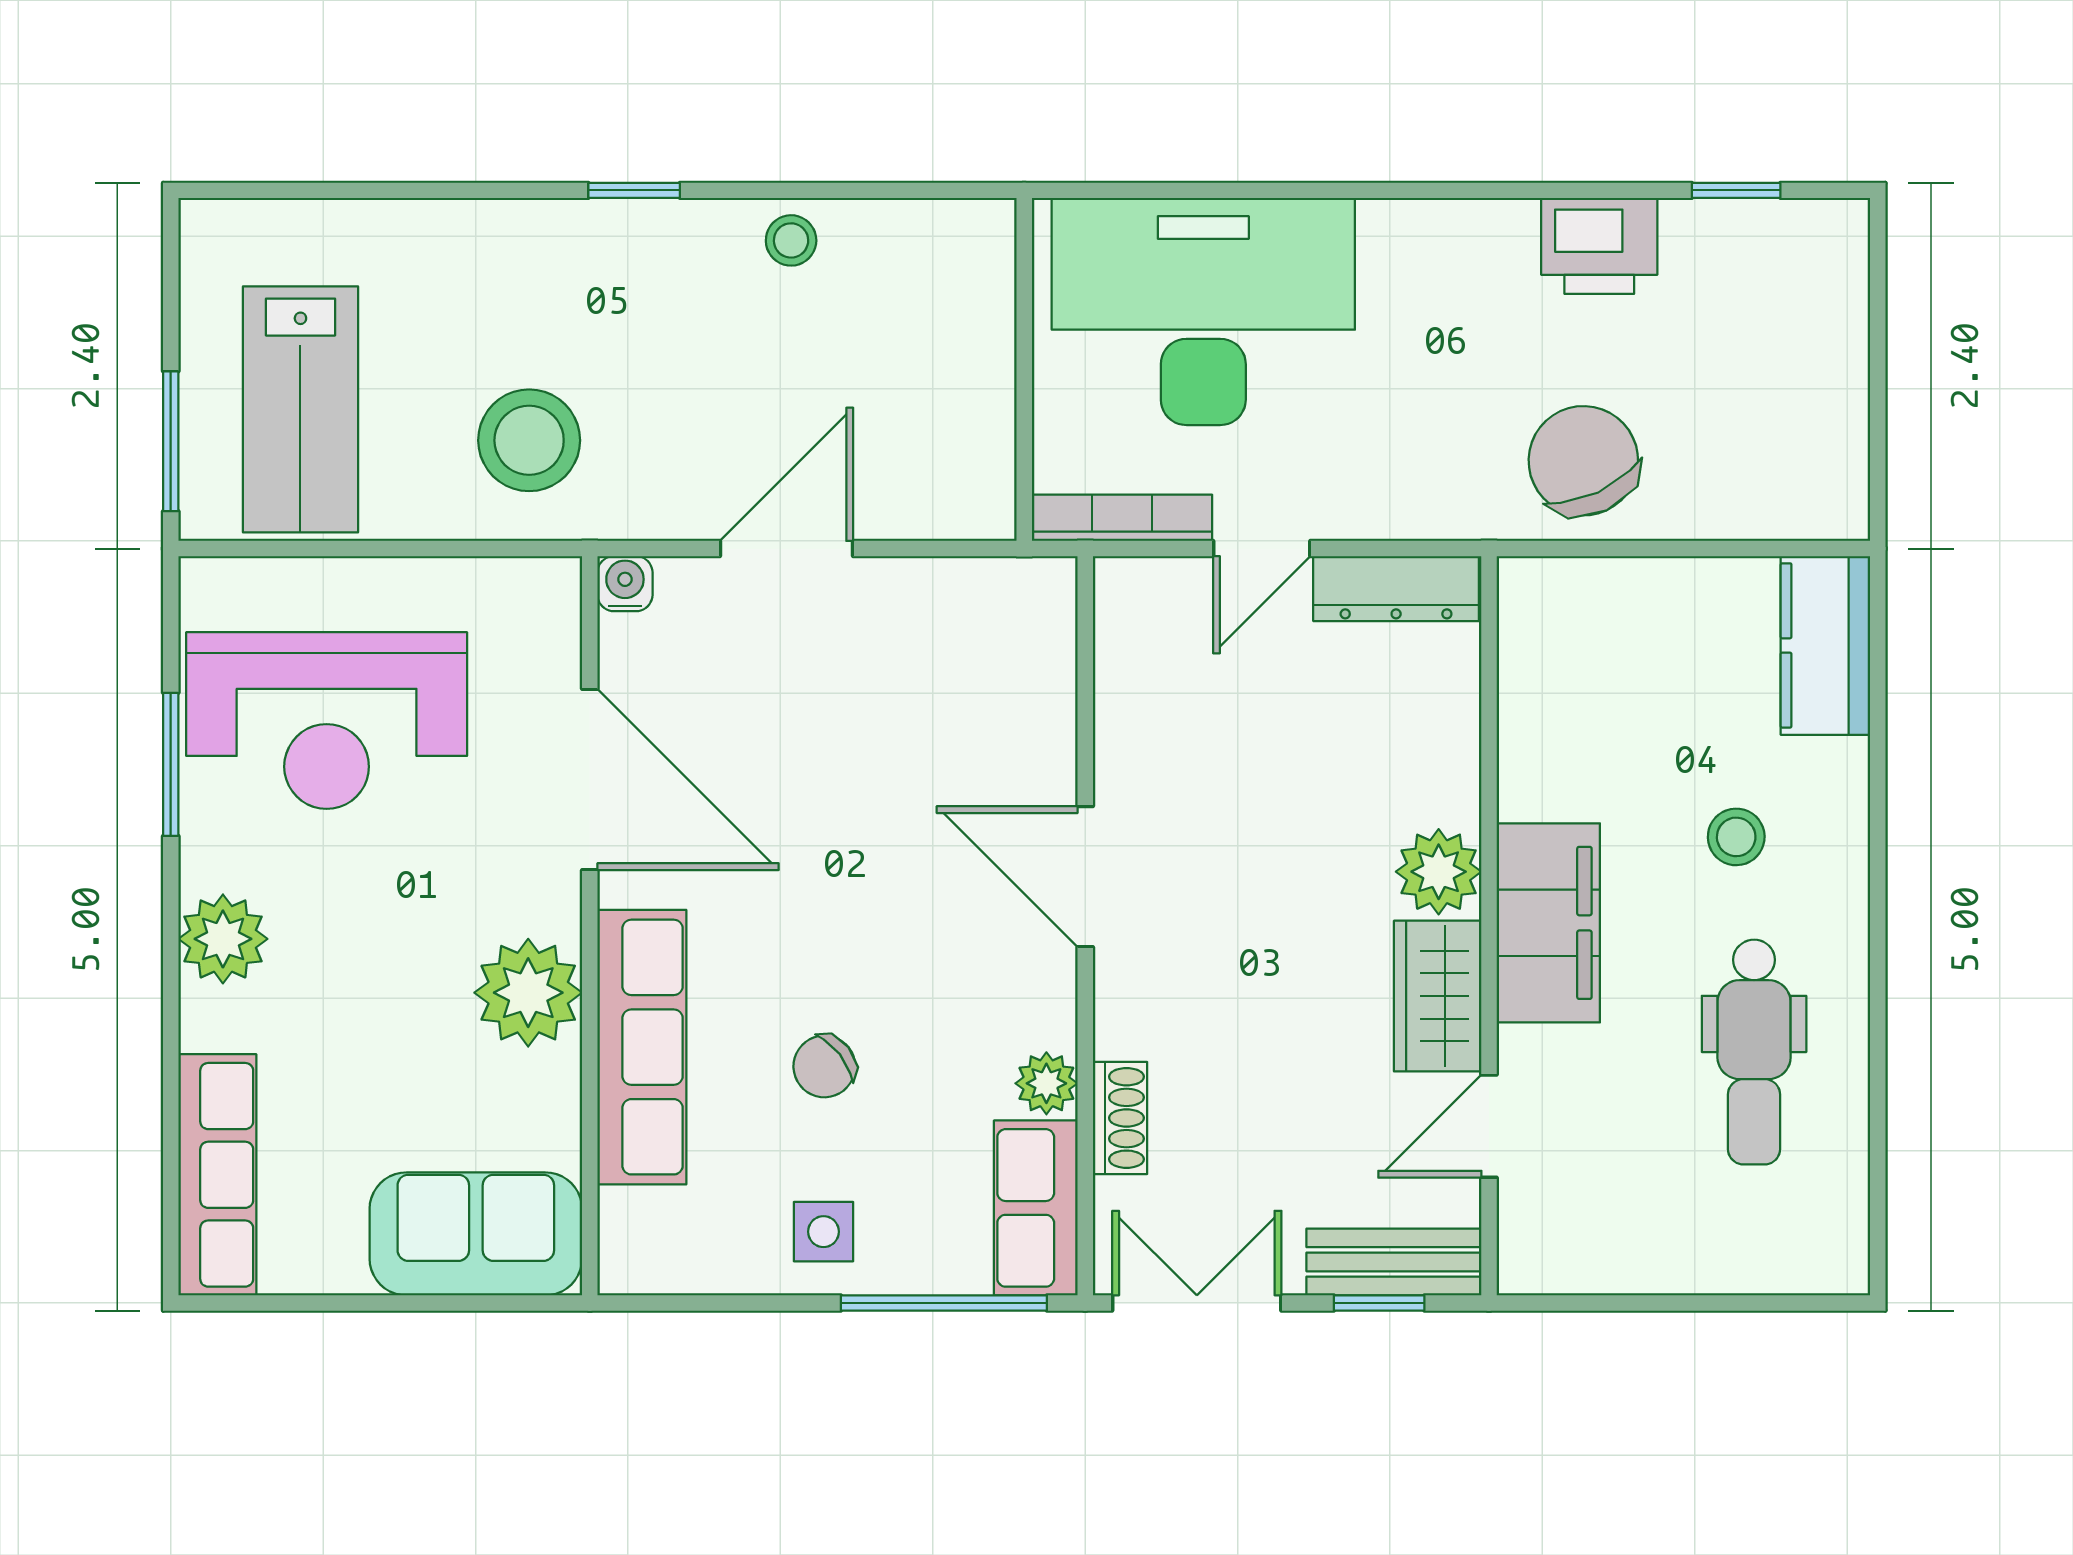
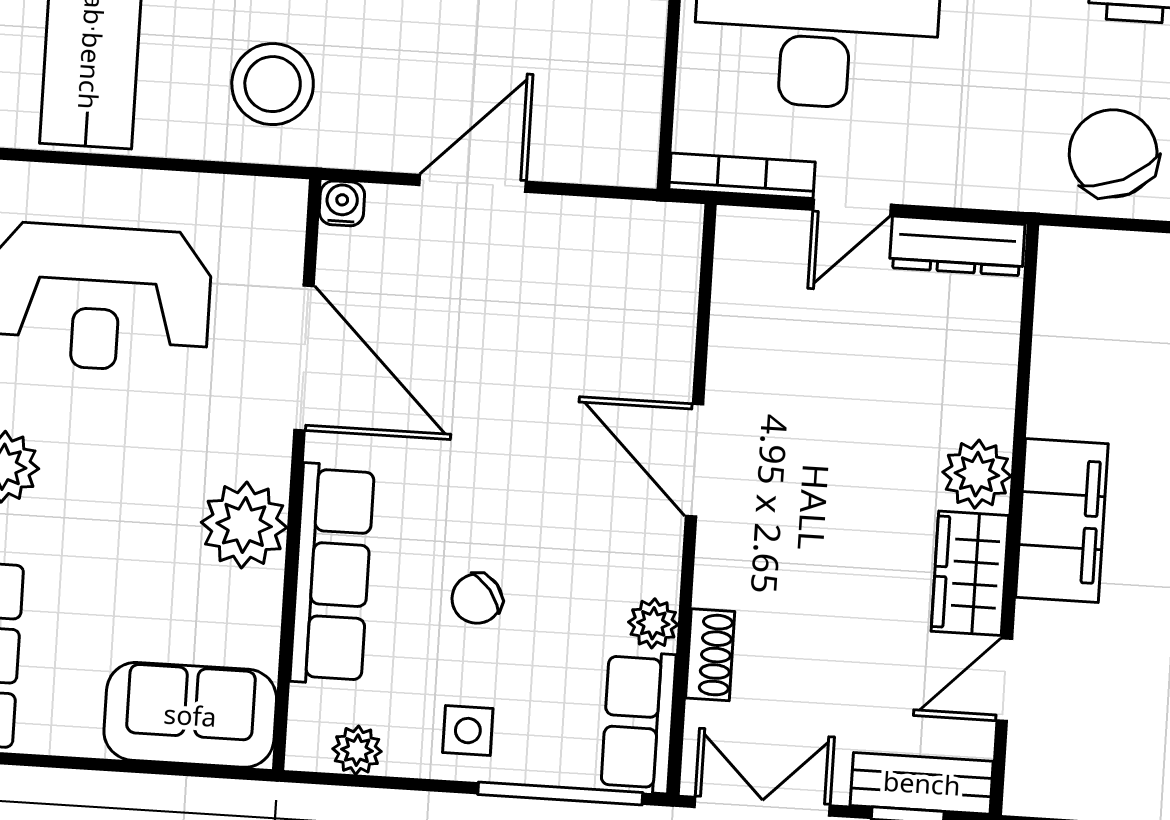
plant: (687, 1265) -> (357, 750), added

